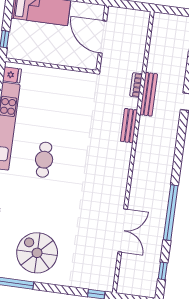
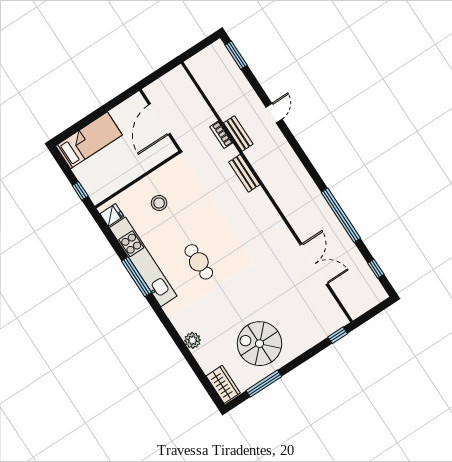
door: (102, 37) -> (159, 119), hinge flipped
bench: (149, 94) -> (238, 133), width x0.73
stool: (52, 95) -> (159, 203), added

